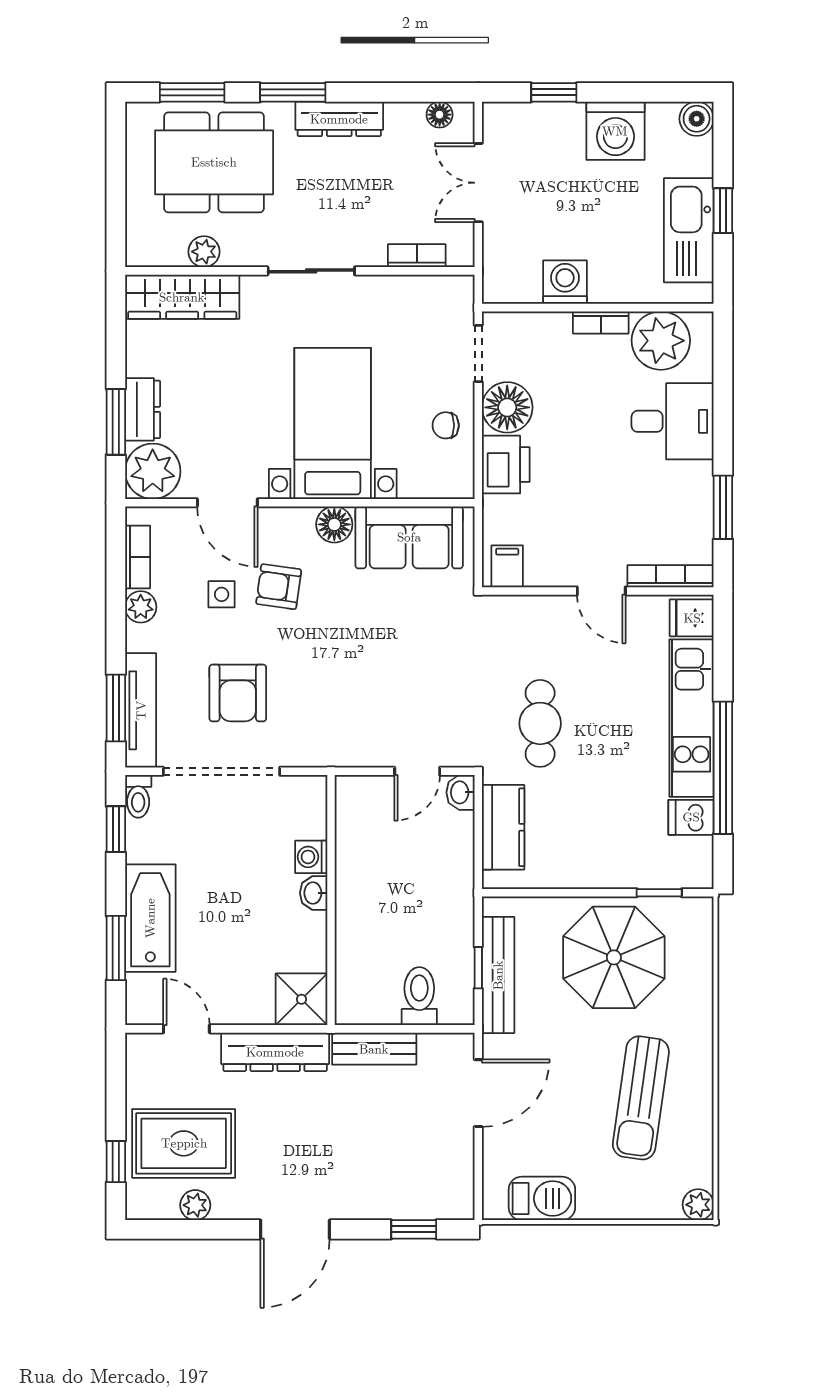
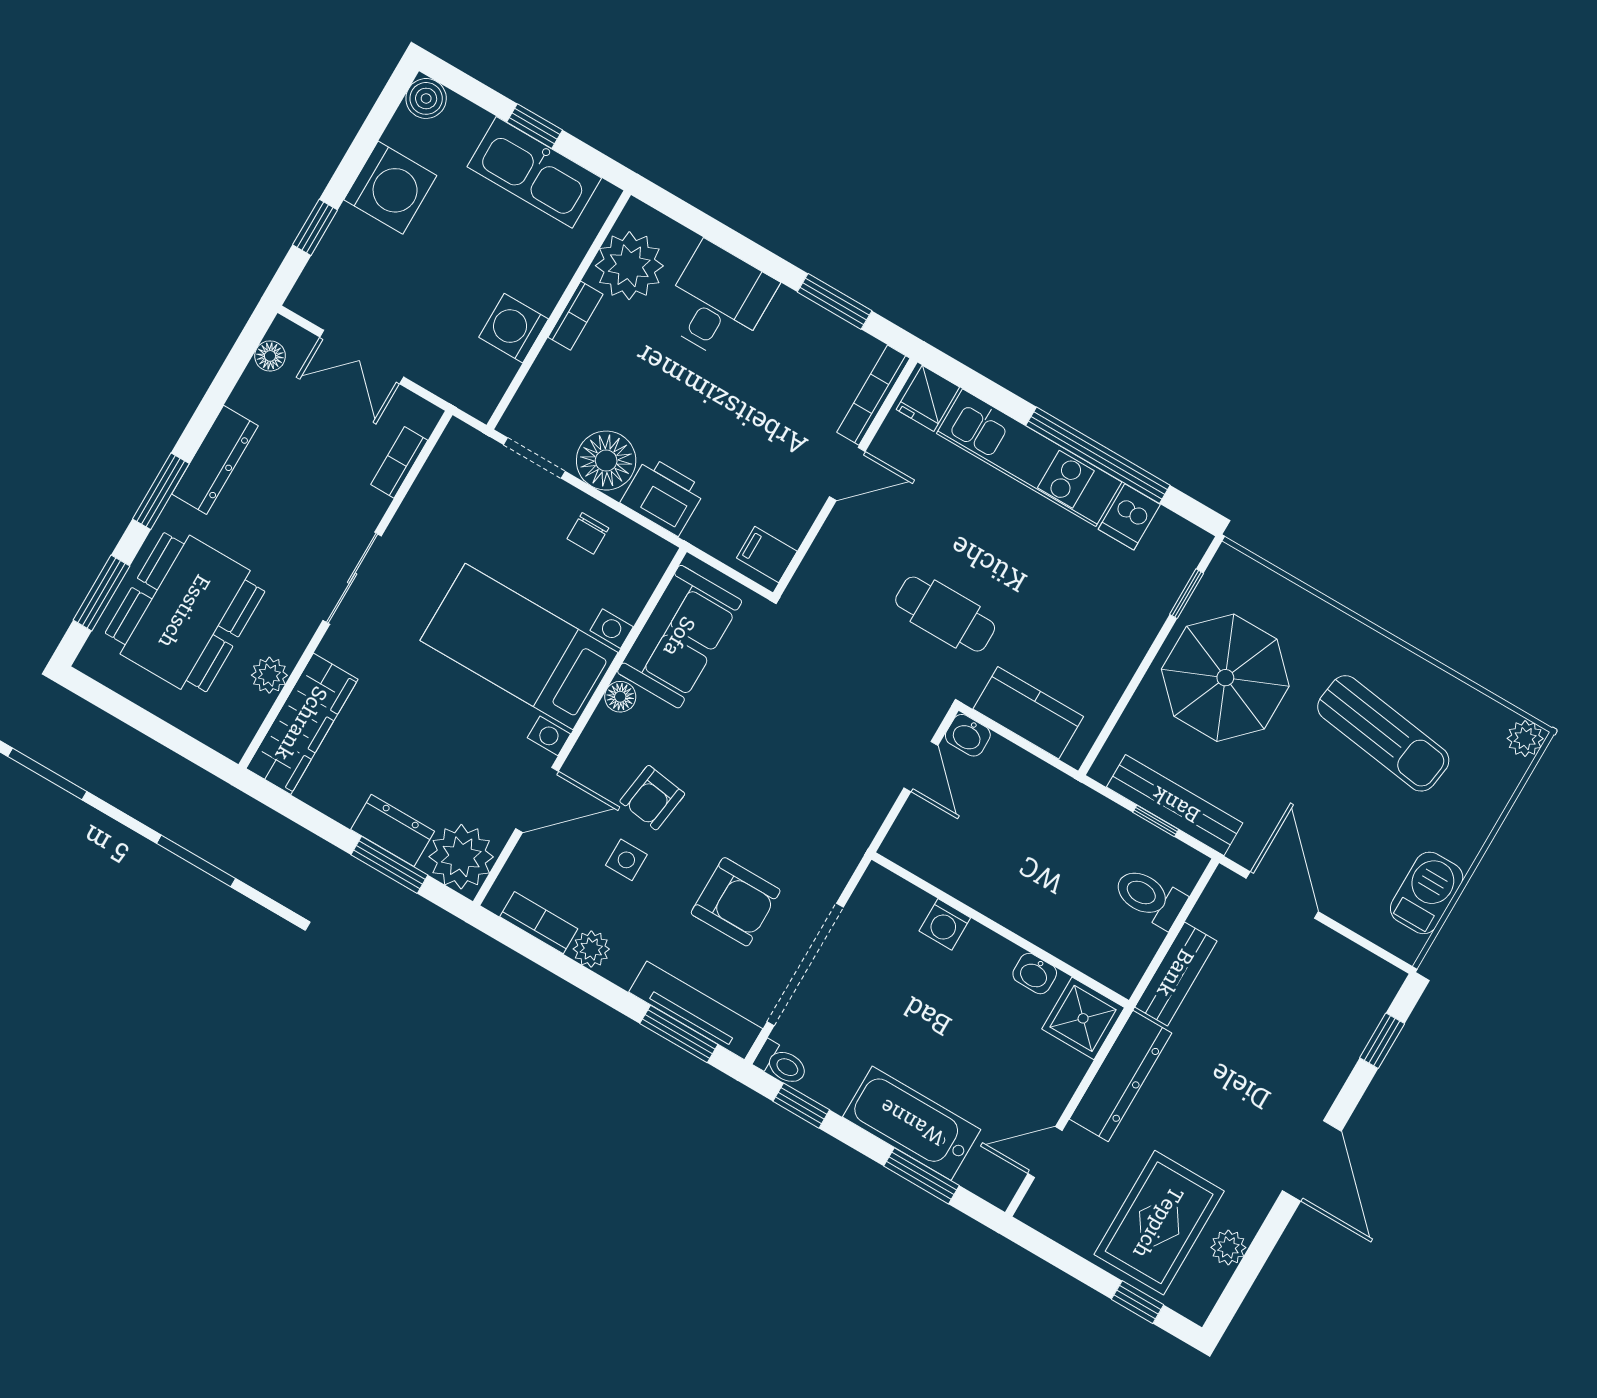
floor lamp: (334, 524) -> (620, 697), width x0.73, depth x0.73
washbasin: (314, 893) -> (1035, 974), moved

